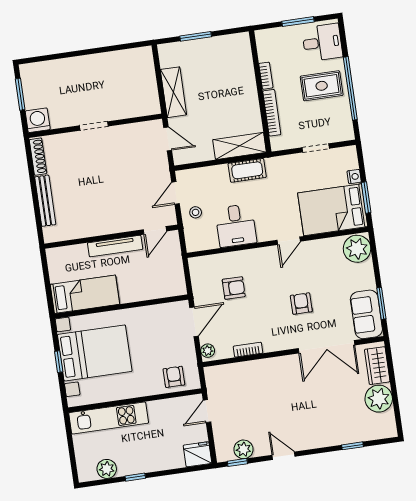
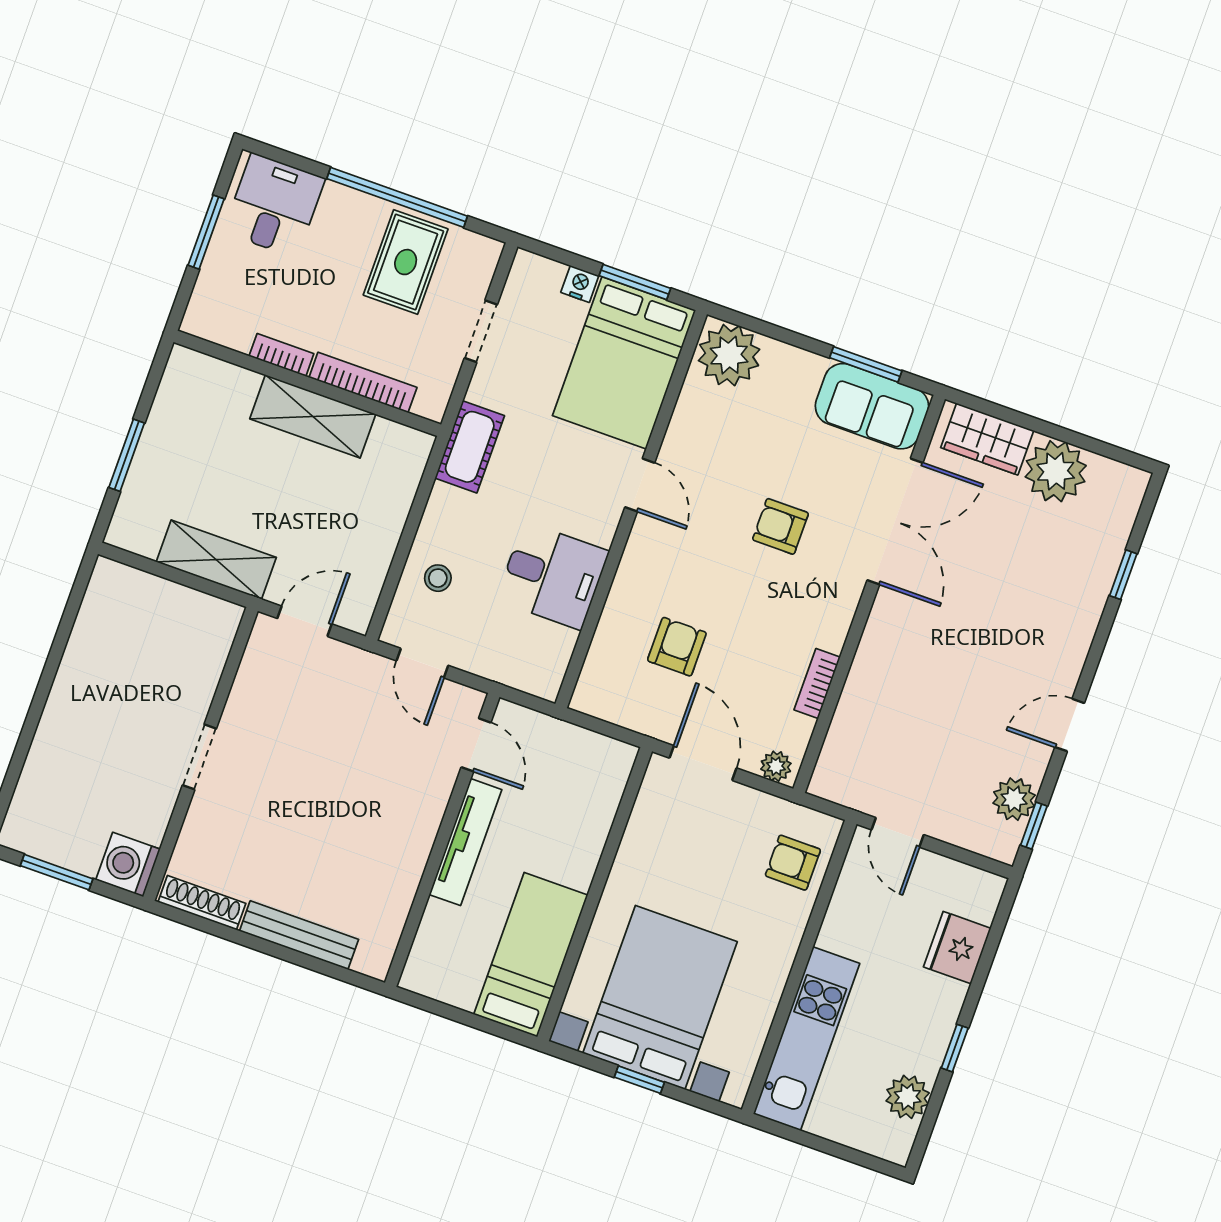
rug: (322, 86) -> (406, 262), moved
shelving: (240, 146) -> (313, 416), moved, turned 90
cot: (247, 170) -> (470, 447), moved
stool: (196, 212) -> (438, 578), moved
fridge: (197, 454) -> (957, 948), moved

